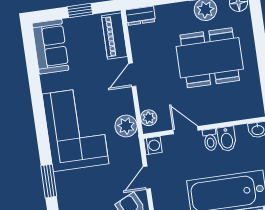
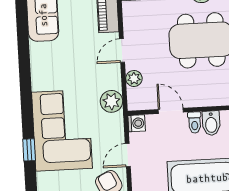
plant: (149, 118) -> (134, 78), moved
corner sofa: (75, 129) -> (62, 130), moved
window: (49, 181) -> (29, 150), width x0.67

